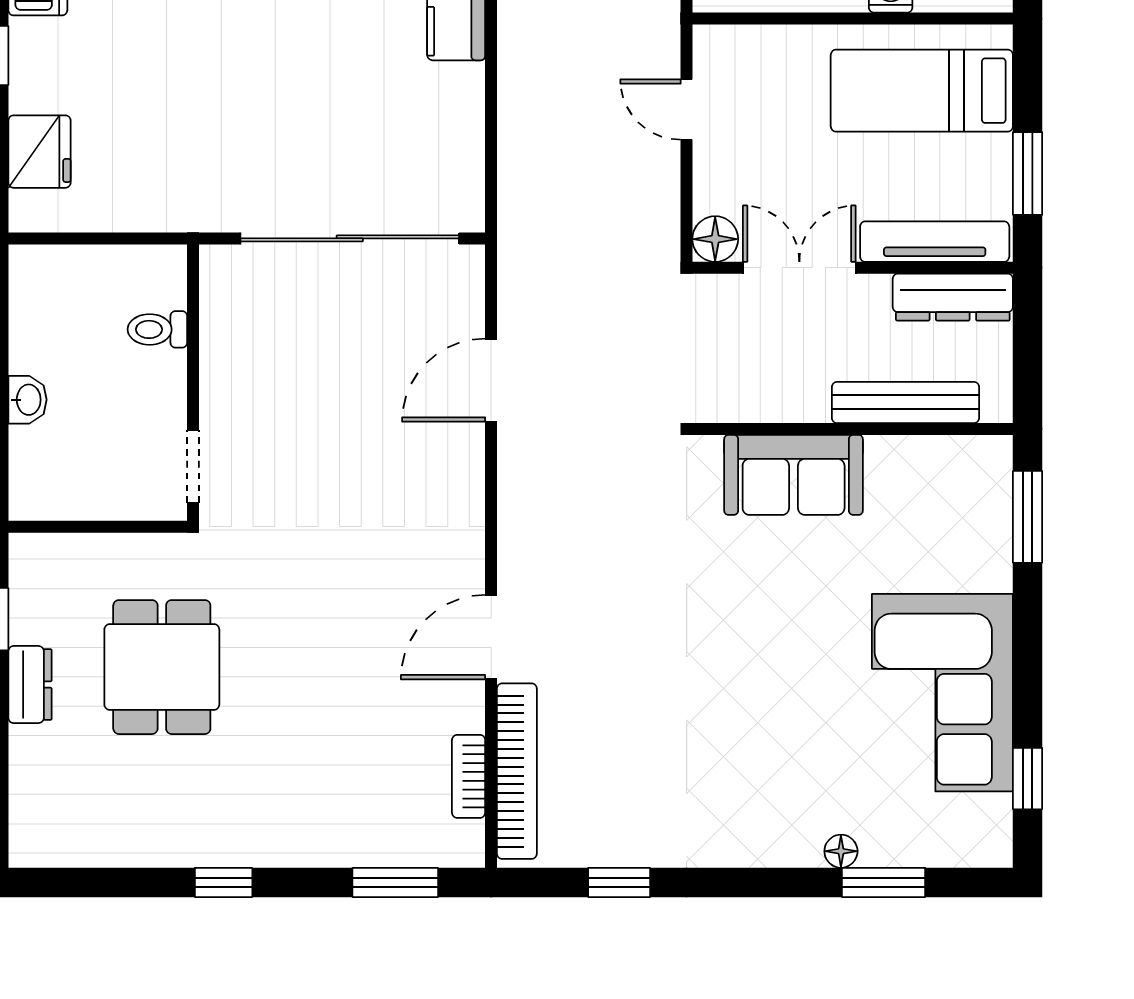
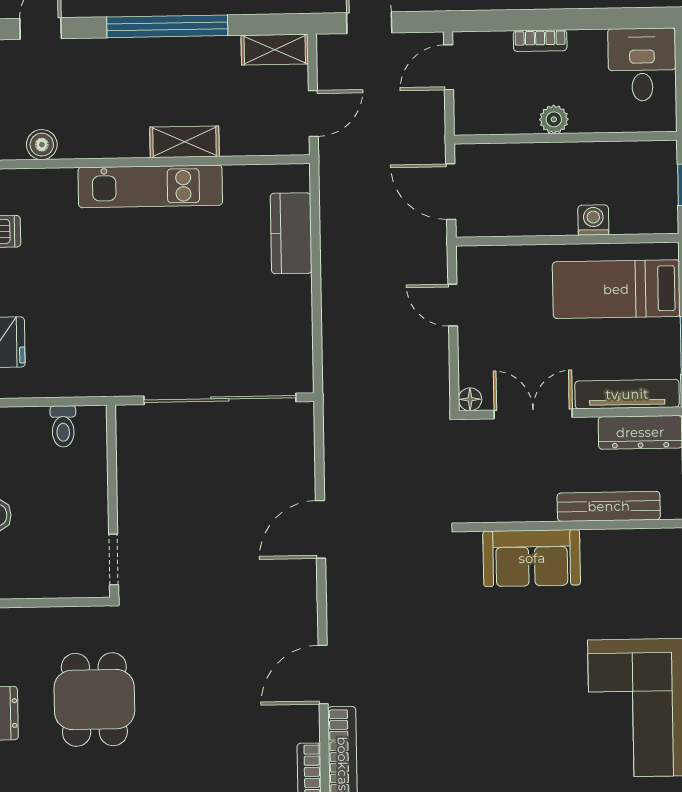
floor lamp: (715, 239) -> (470, 399), width x0.73, depth x0.73
toilet: (157, 329) -> (63, 426), moved, turned -90
door: (491, 380) -> (321, 529), moved

